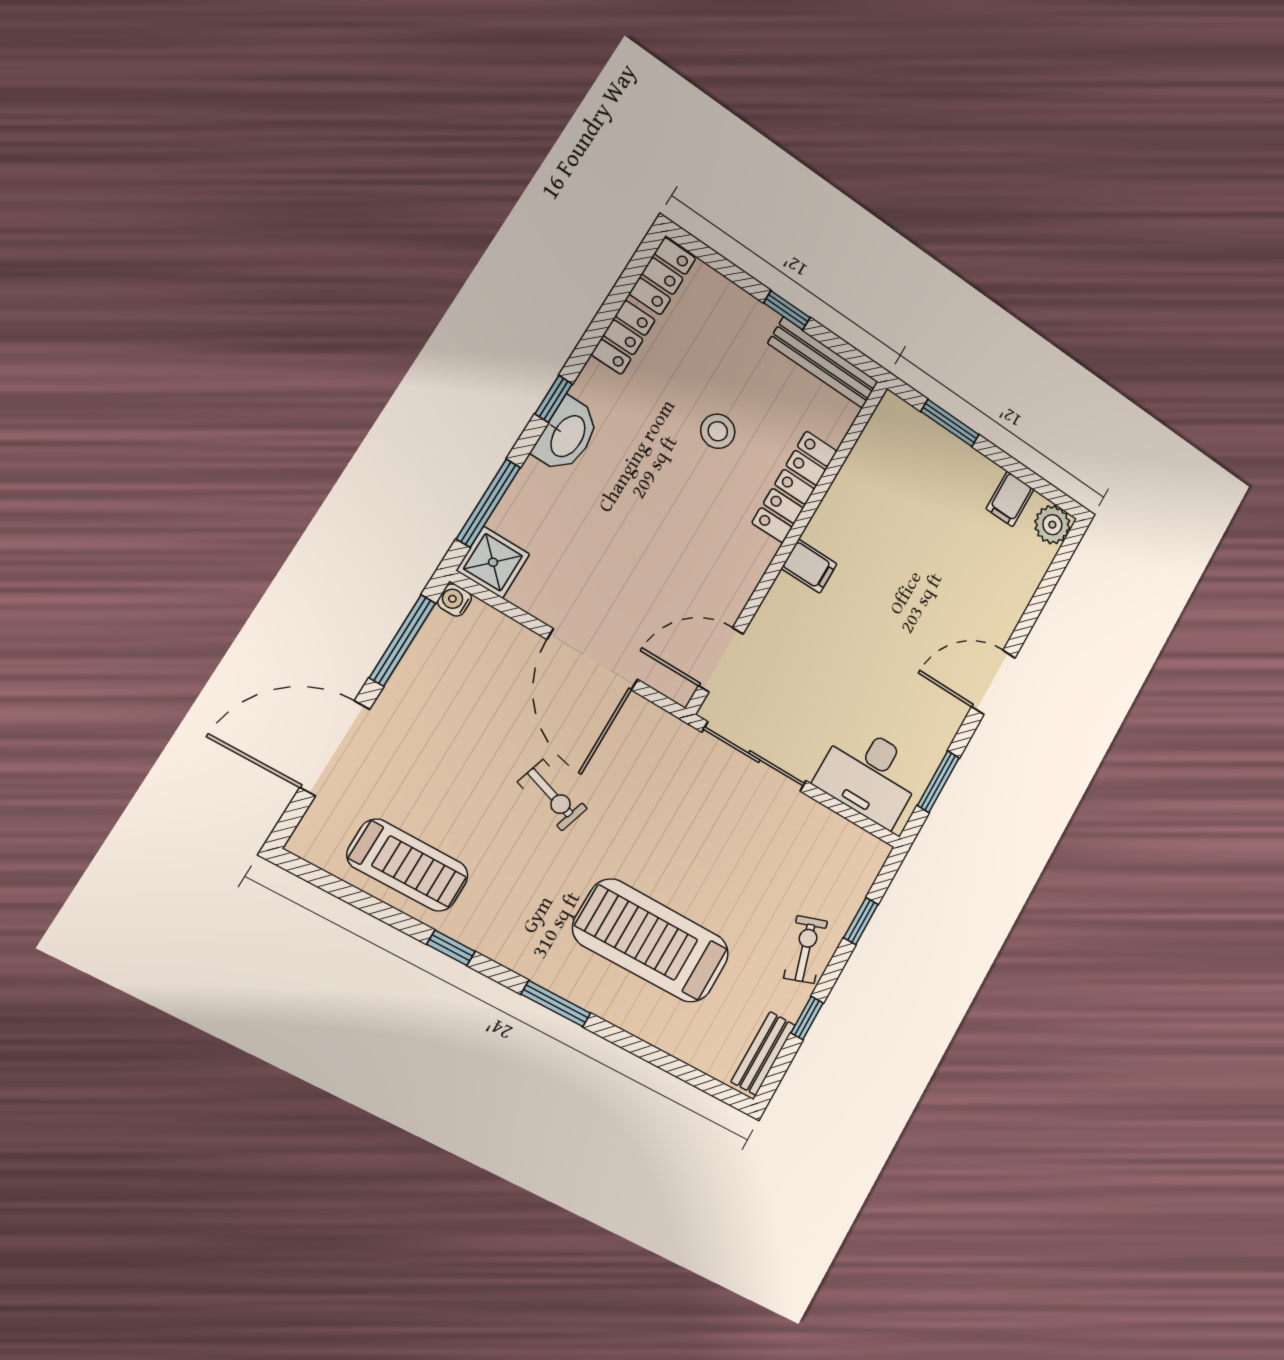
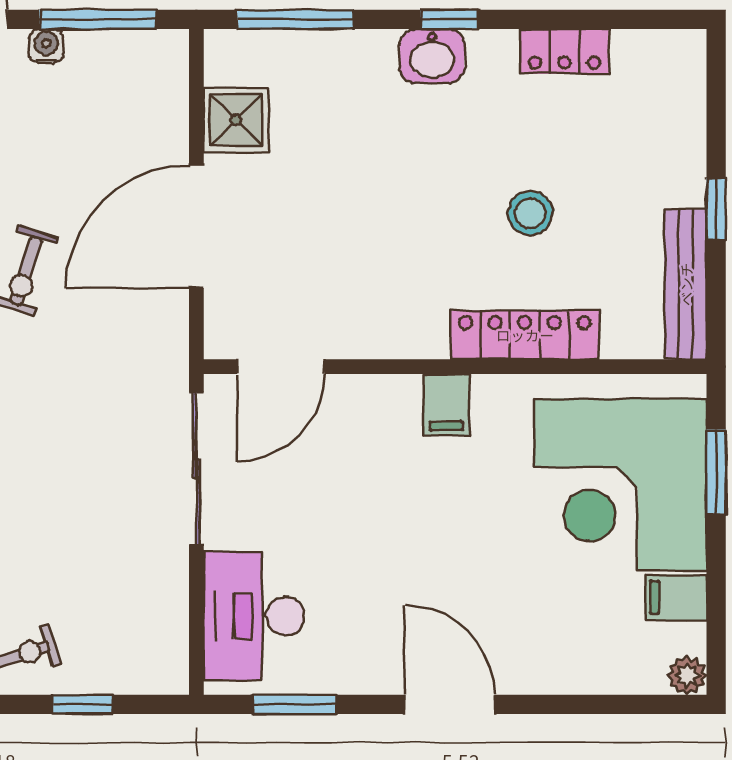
locker: (663, 276) -> (660, 53), removed
washbasin: (567, 435) -> (432, 56), width x0.72
corner desk: (923, 488) -> (621, 485), added
plant: (1052, 525) -> (687, 675), width x0.73, depth x0.73
shower: (493, 562) -> (236, 120), moved
water cooler: (454, 600) -> (46, 46), moved
door: (721, 660) -> (281, 367), swing flipped

